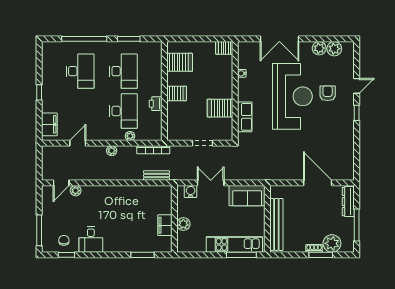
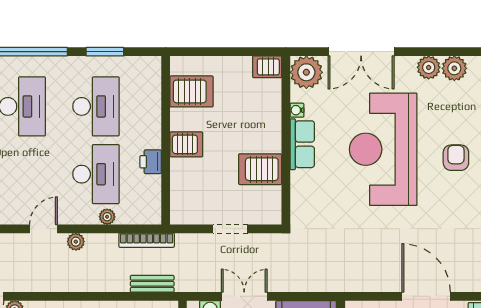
plant: (247, 51) -> (306, 72), added
armchair: (328, 93) -> (456, 158), moved
reception desk: (292, 96) -> (383, 149), turned 180
row of seats: (245, 117) -> (302, 144), moved
door: (78, 143) -> (43, 229), moved

